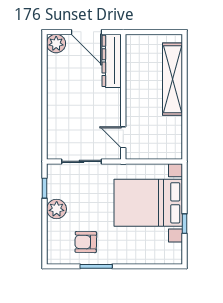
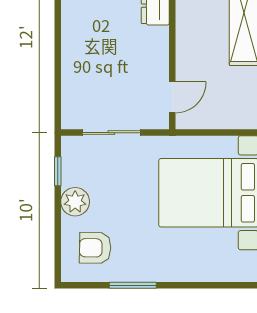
door: (123, 137) -> (172, 97), swing flipped
armchair: (86, 242) -> (95, 248), moved

